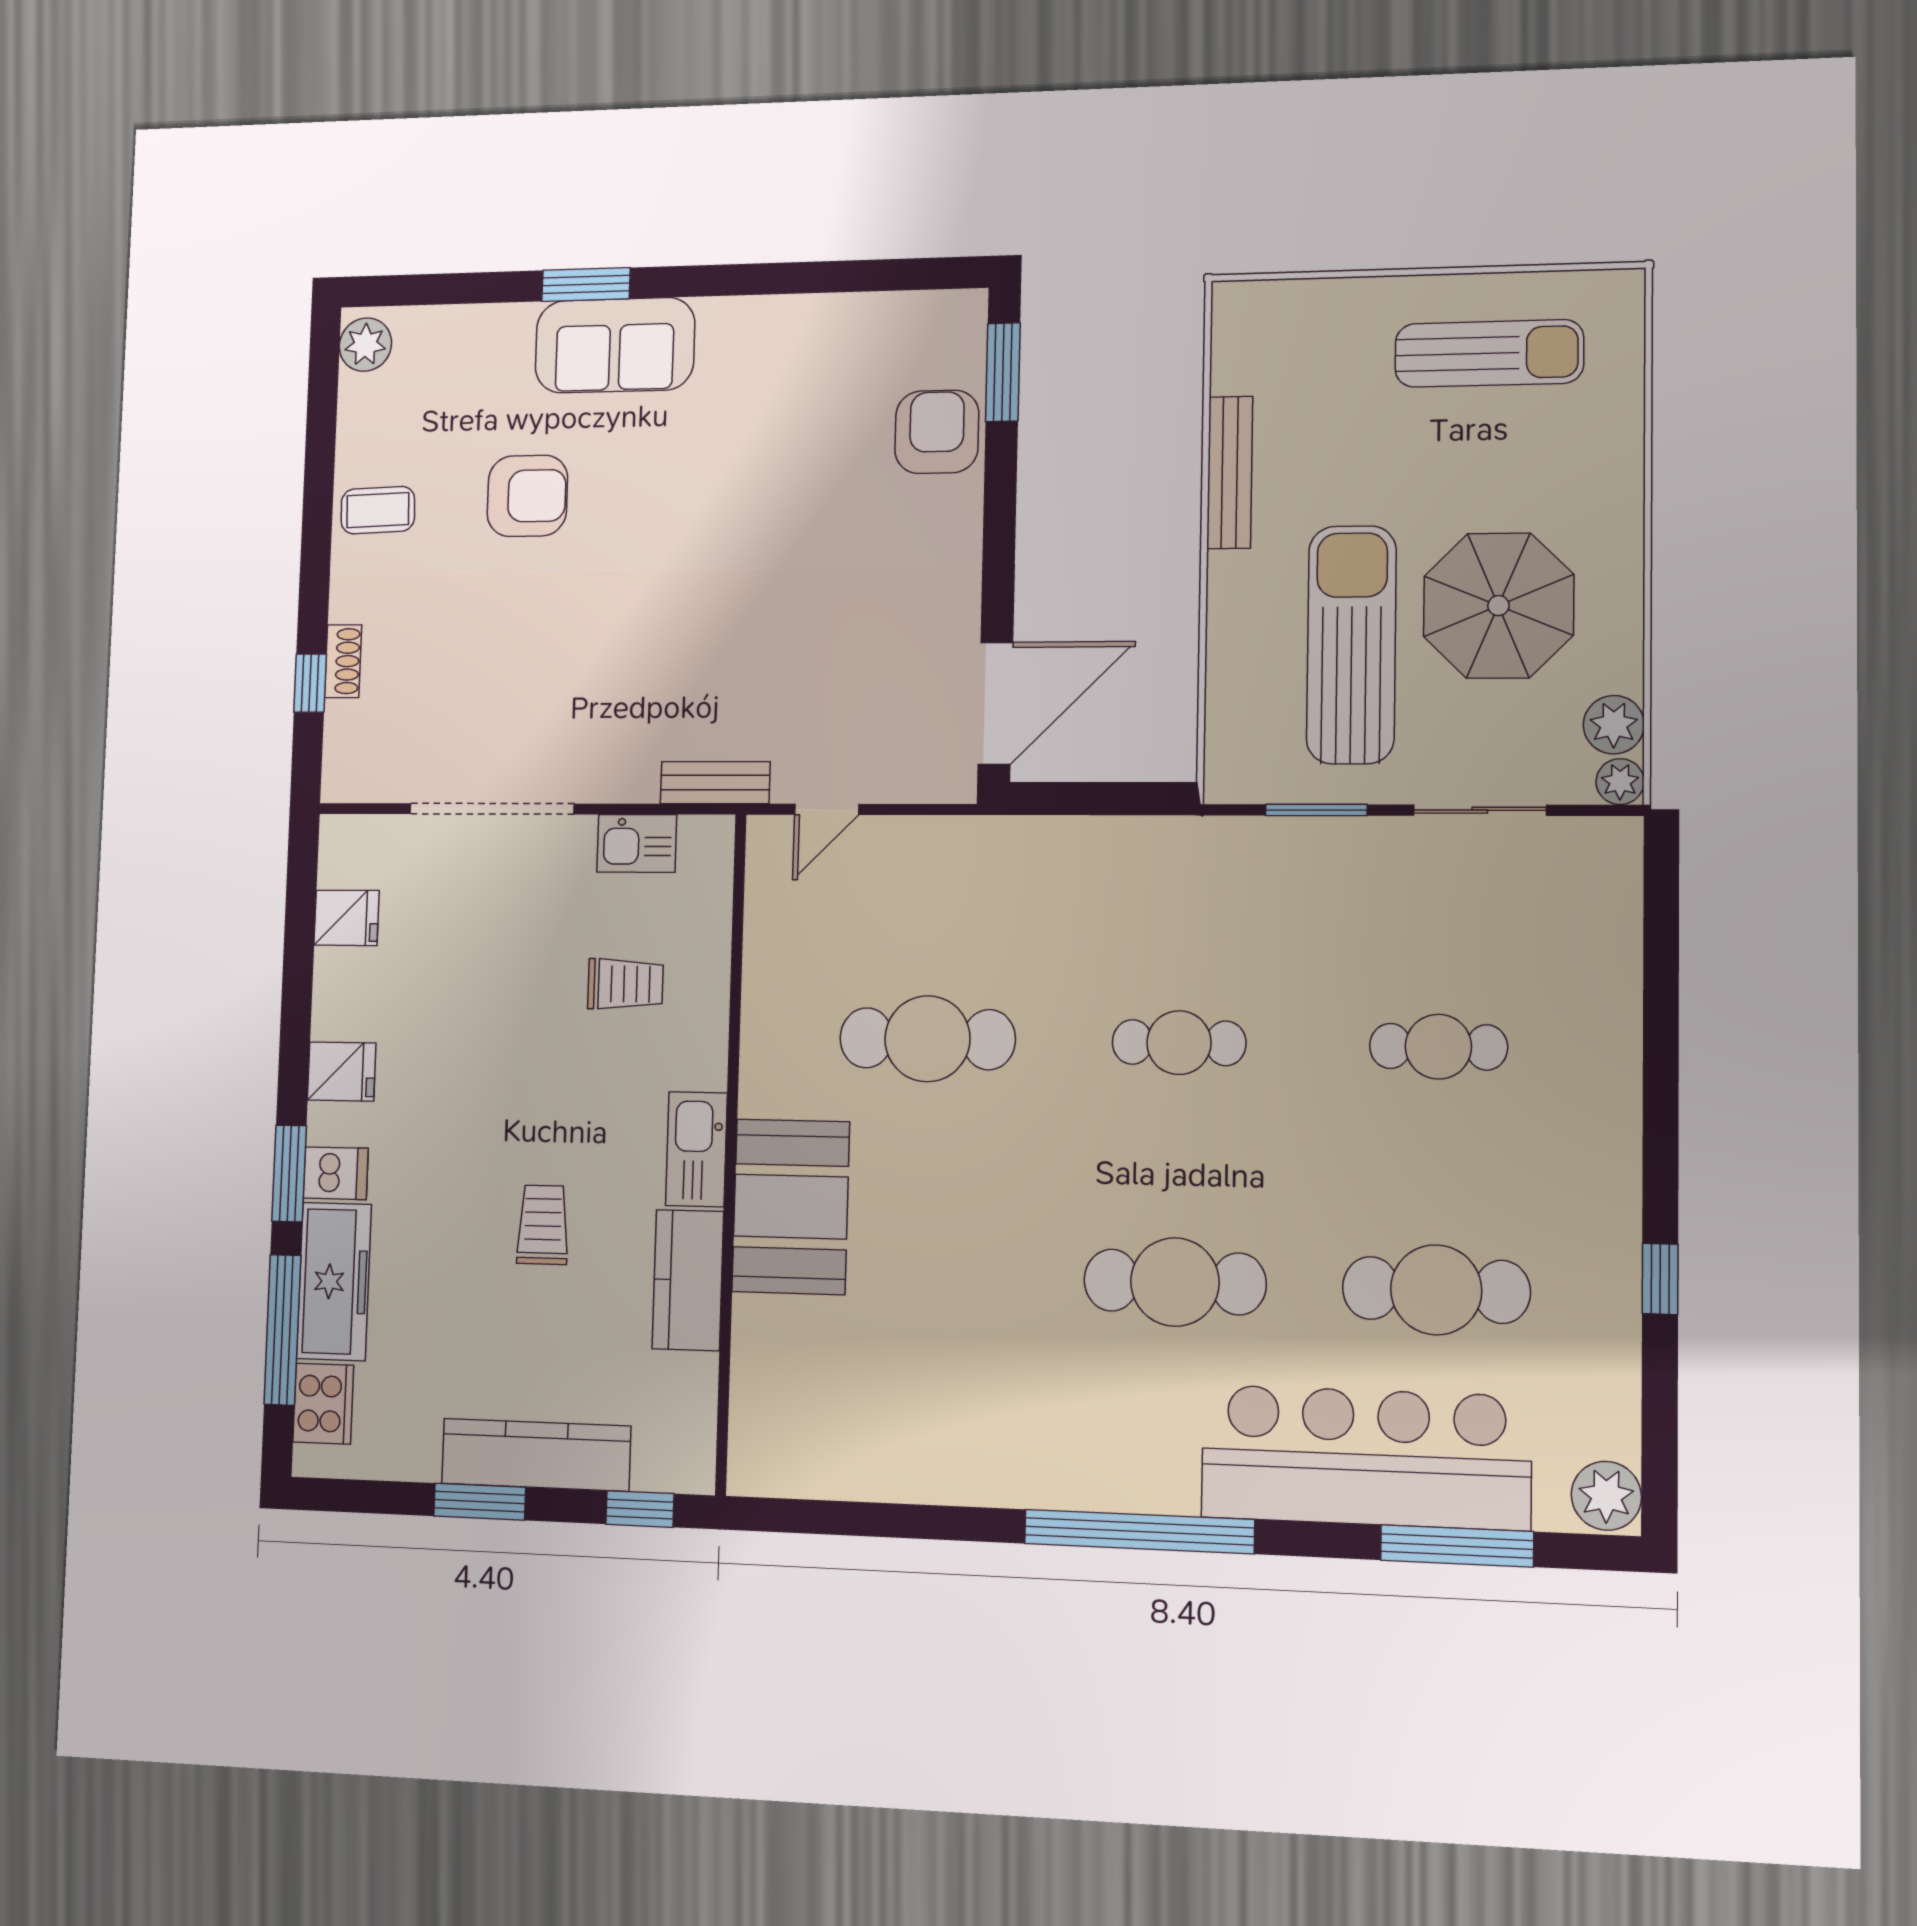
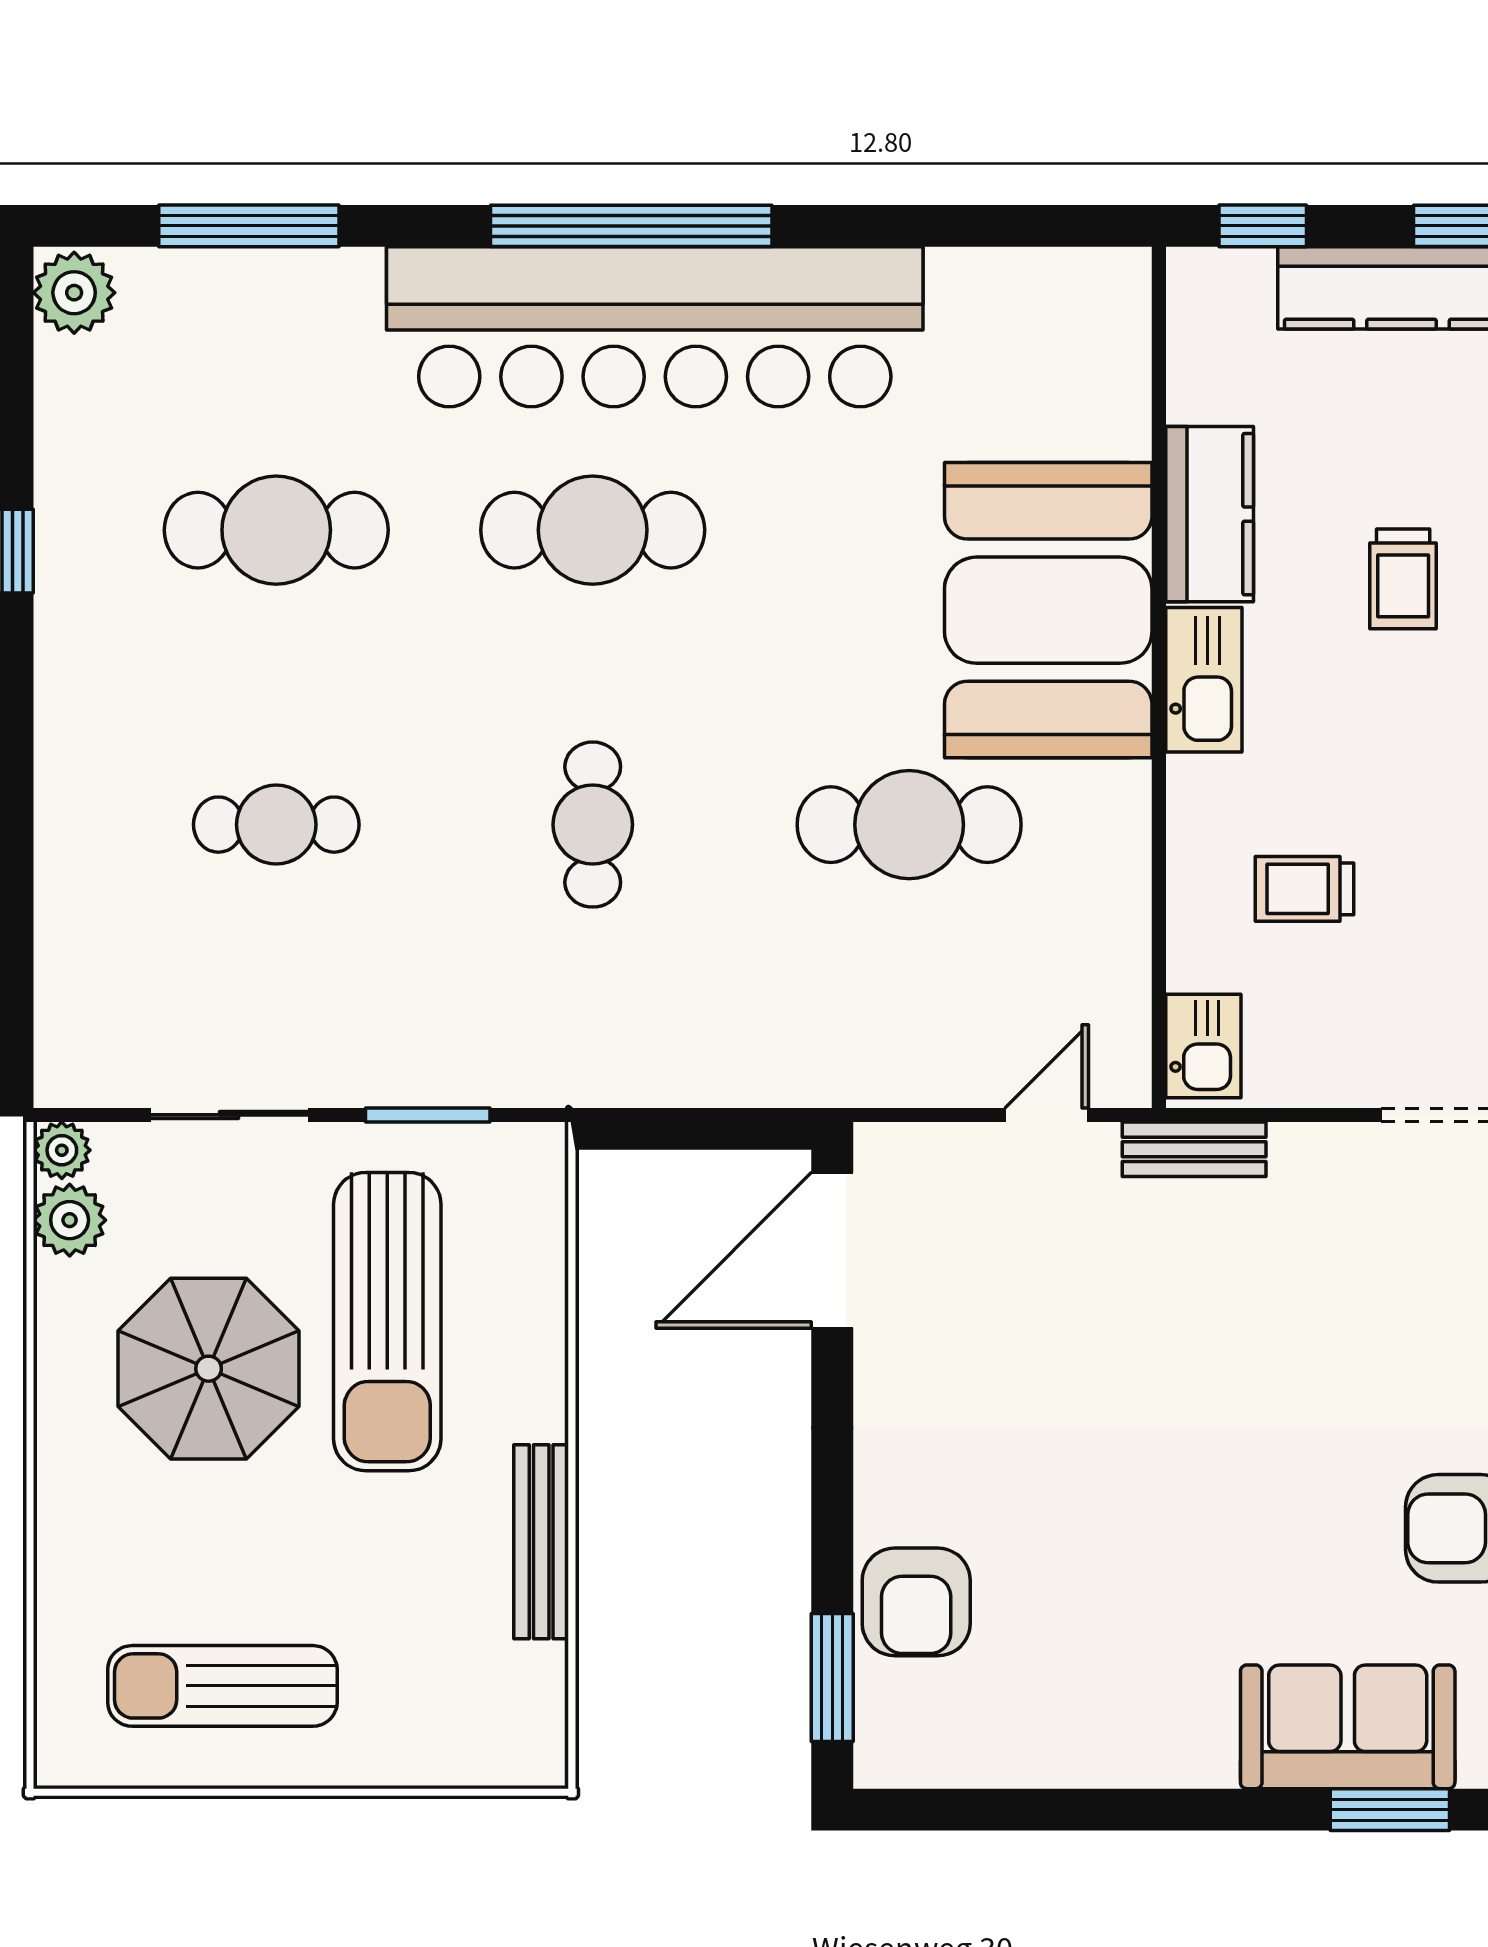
kitchen sink: (637, 843) -> (1203, 1046), moved, turned 90
cafe table: (1179, 1043) -> (593, 825), turned 90
booth: (791, 1207) -> (1048, 610), width x1.36, depth x1.42
bar counter: (1365, 1457) -> (655, 327), moved, width x1.36

